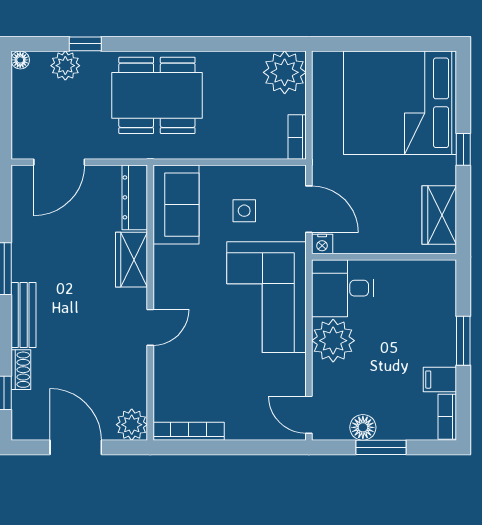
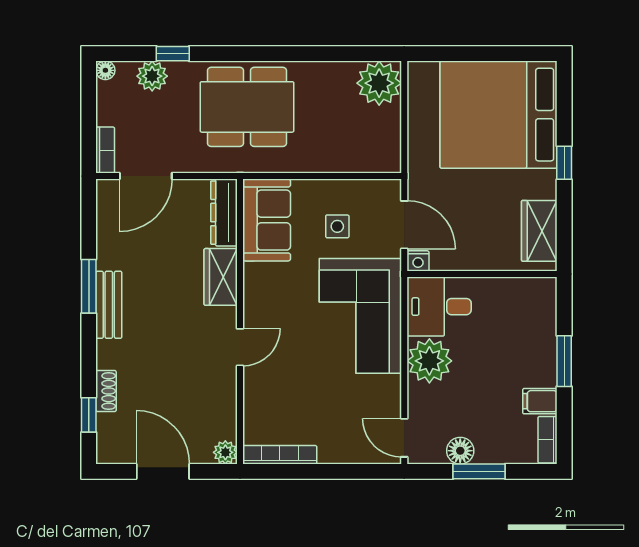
bookcase: (297, 137) -> (105, 150), moved, turned 180
bench: (24, 315) -> (109, 305), moved
plant: (132, 425) -> (225, 452), width x0.73, depth x0.73

